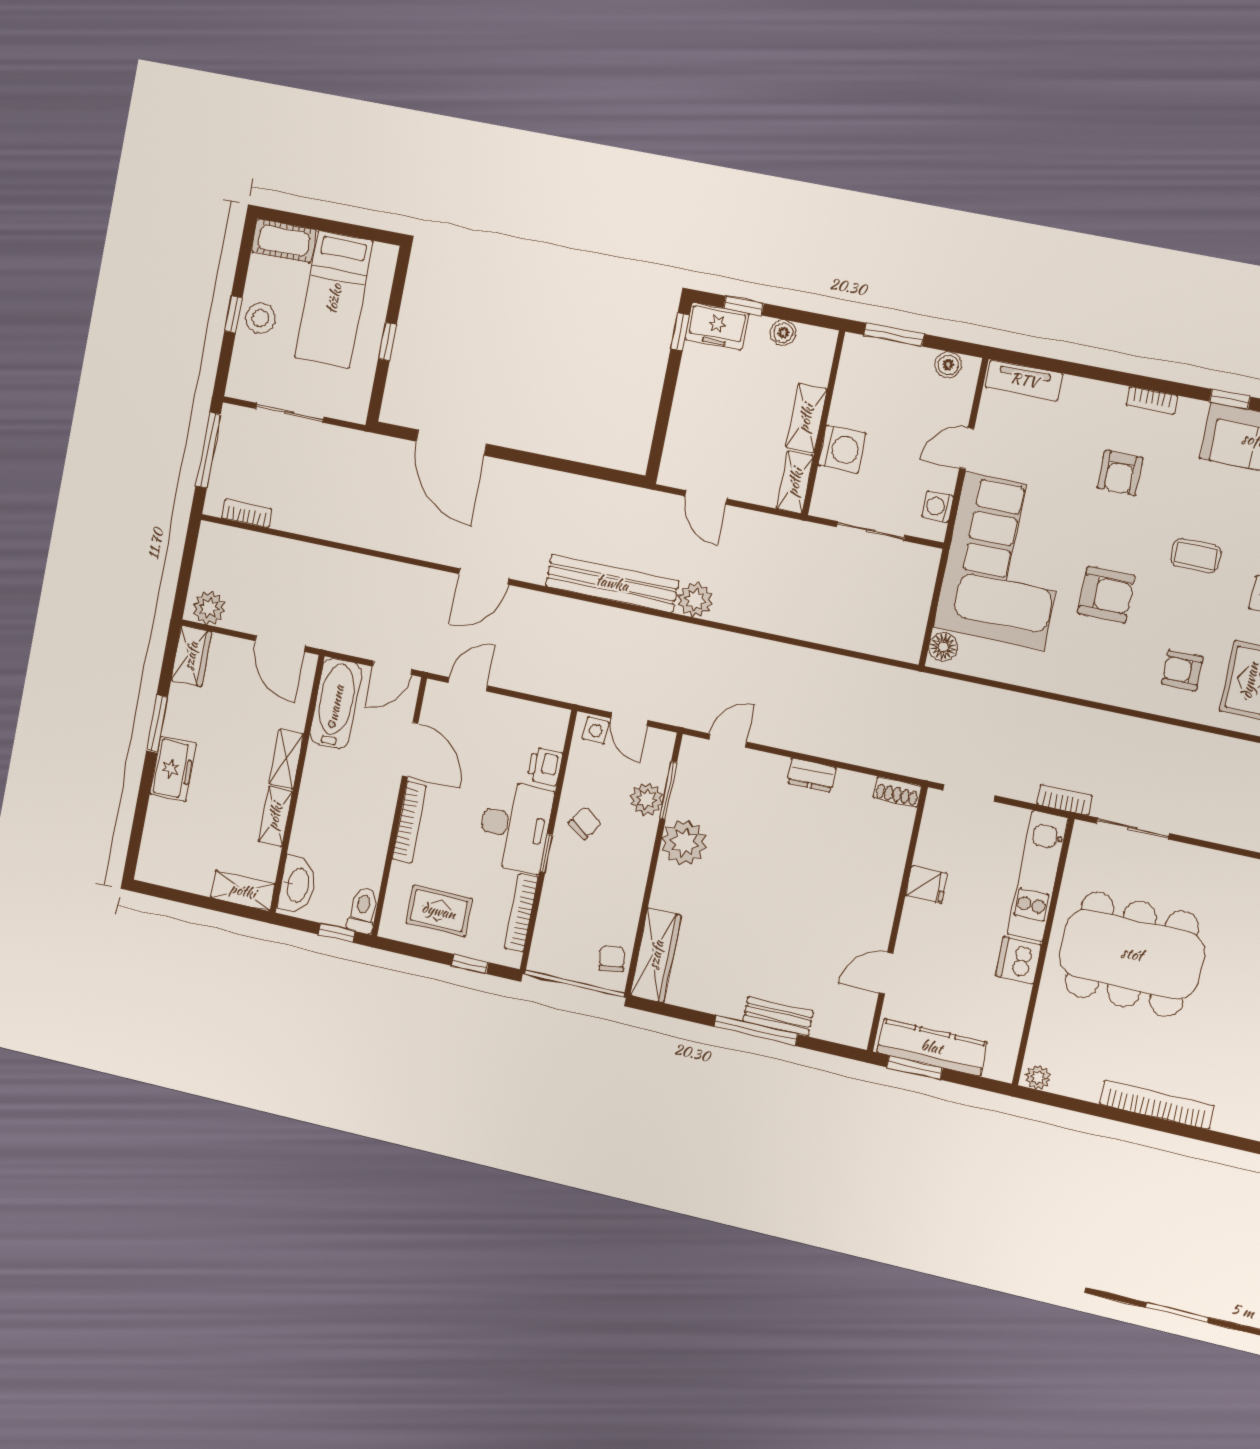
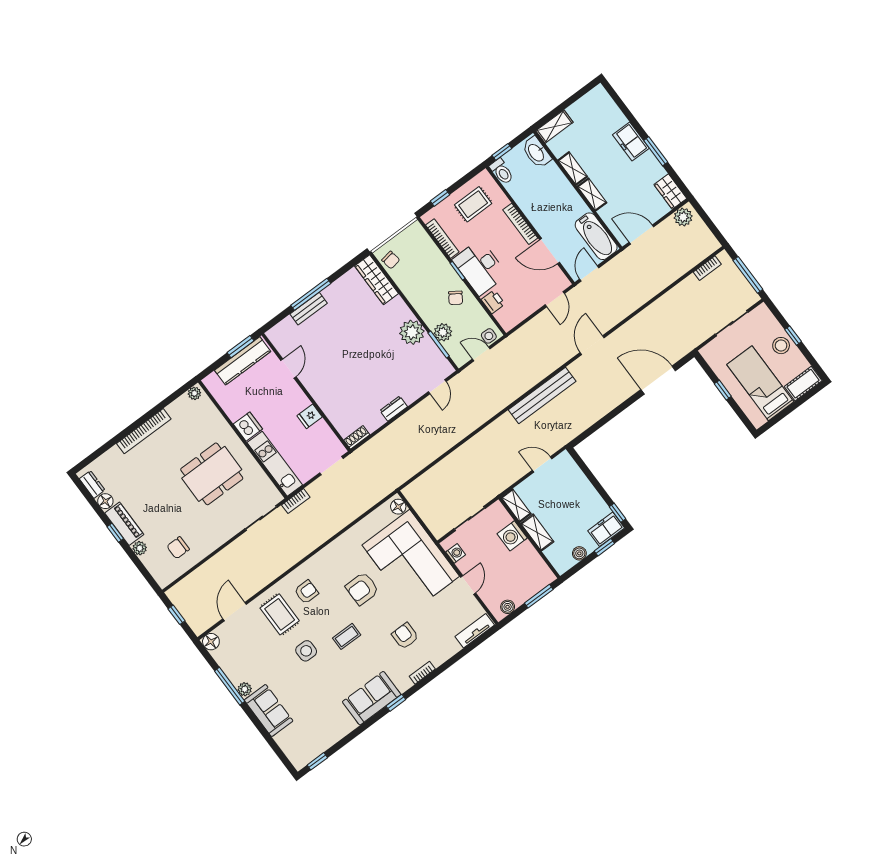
plant: (695, 600) -> (505, 424), removed
dining table: (1132, 954) -> (212, 474), width x0.73, depth x0.80

